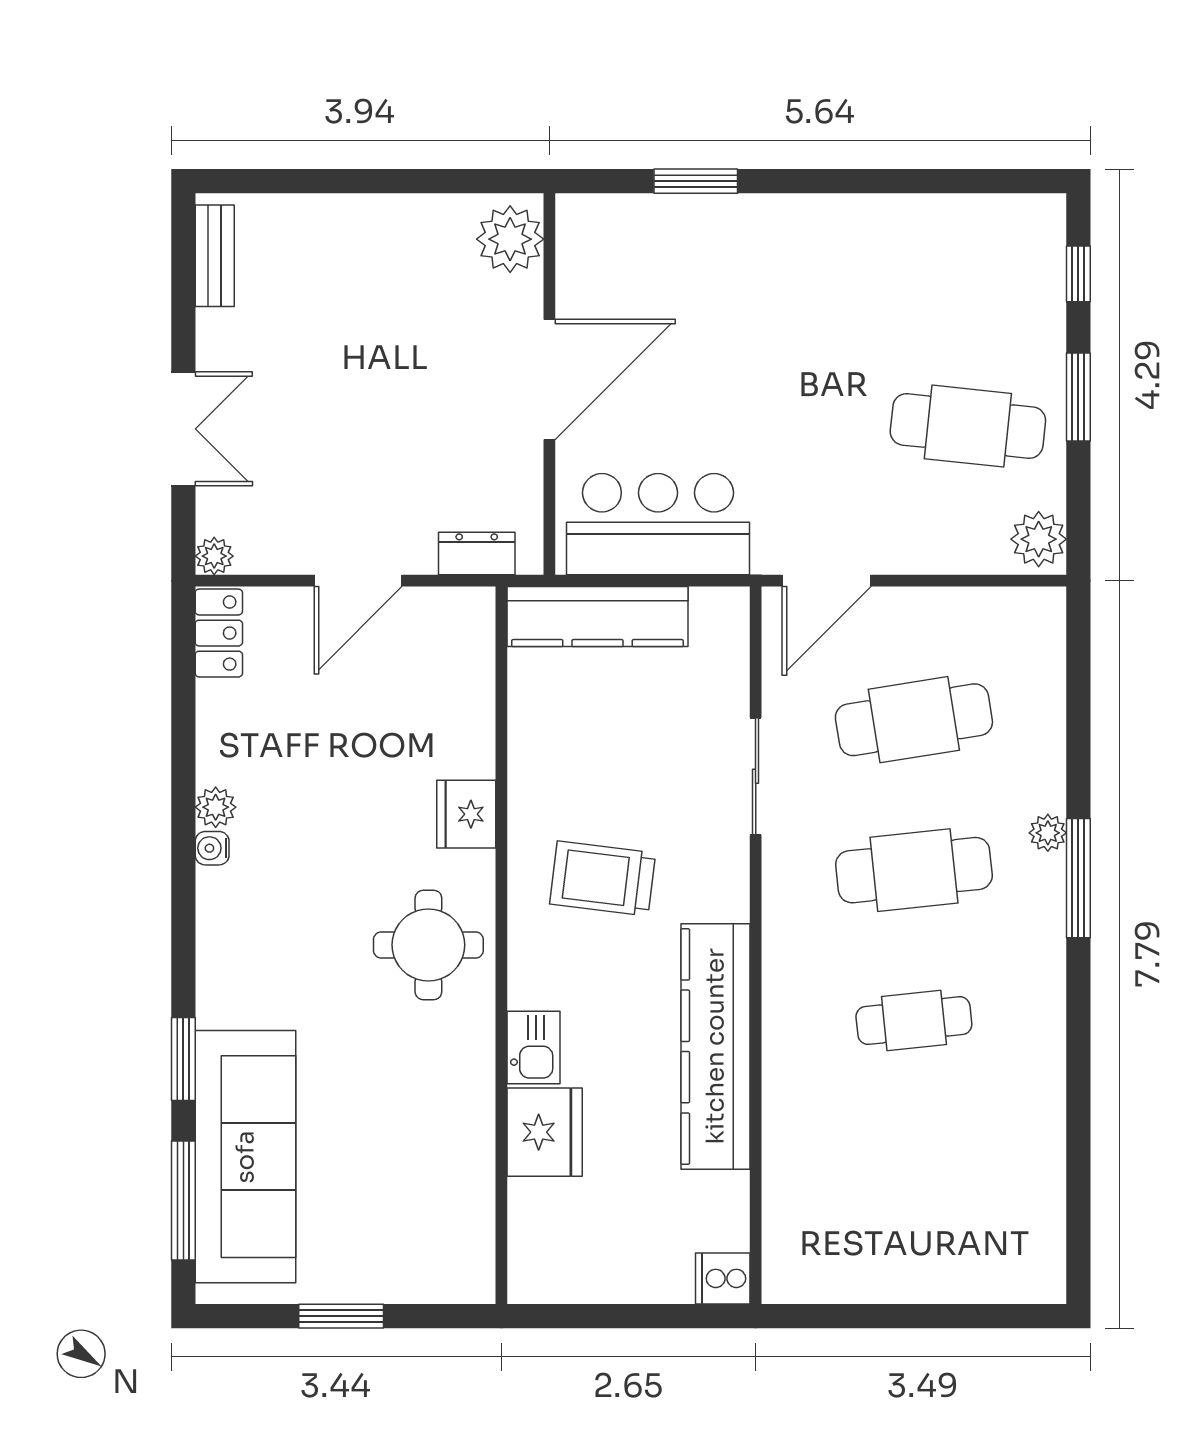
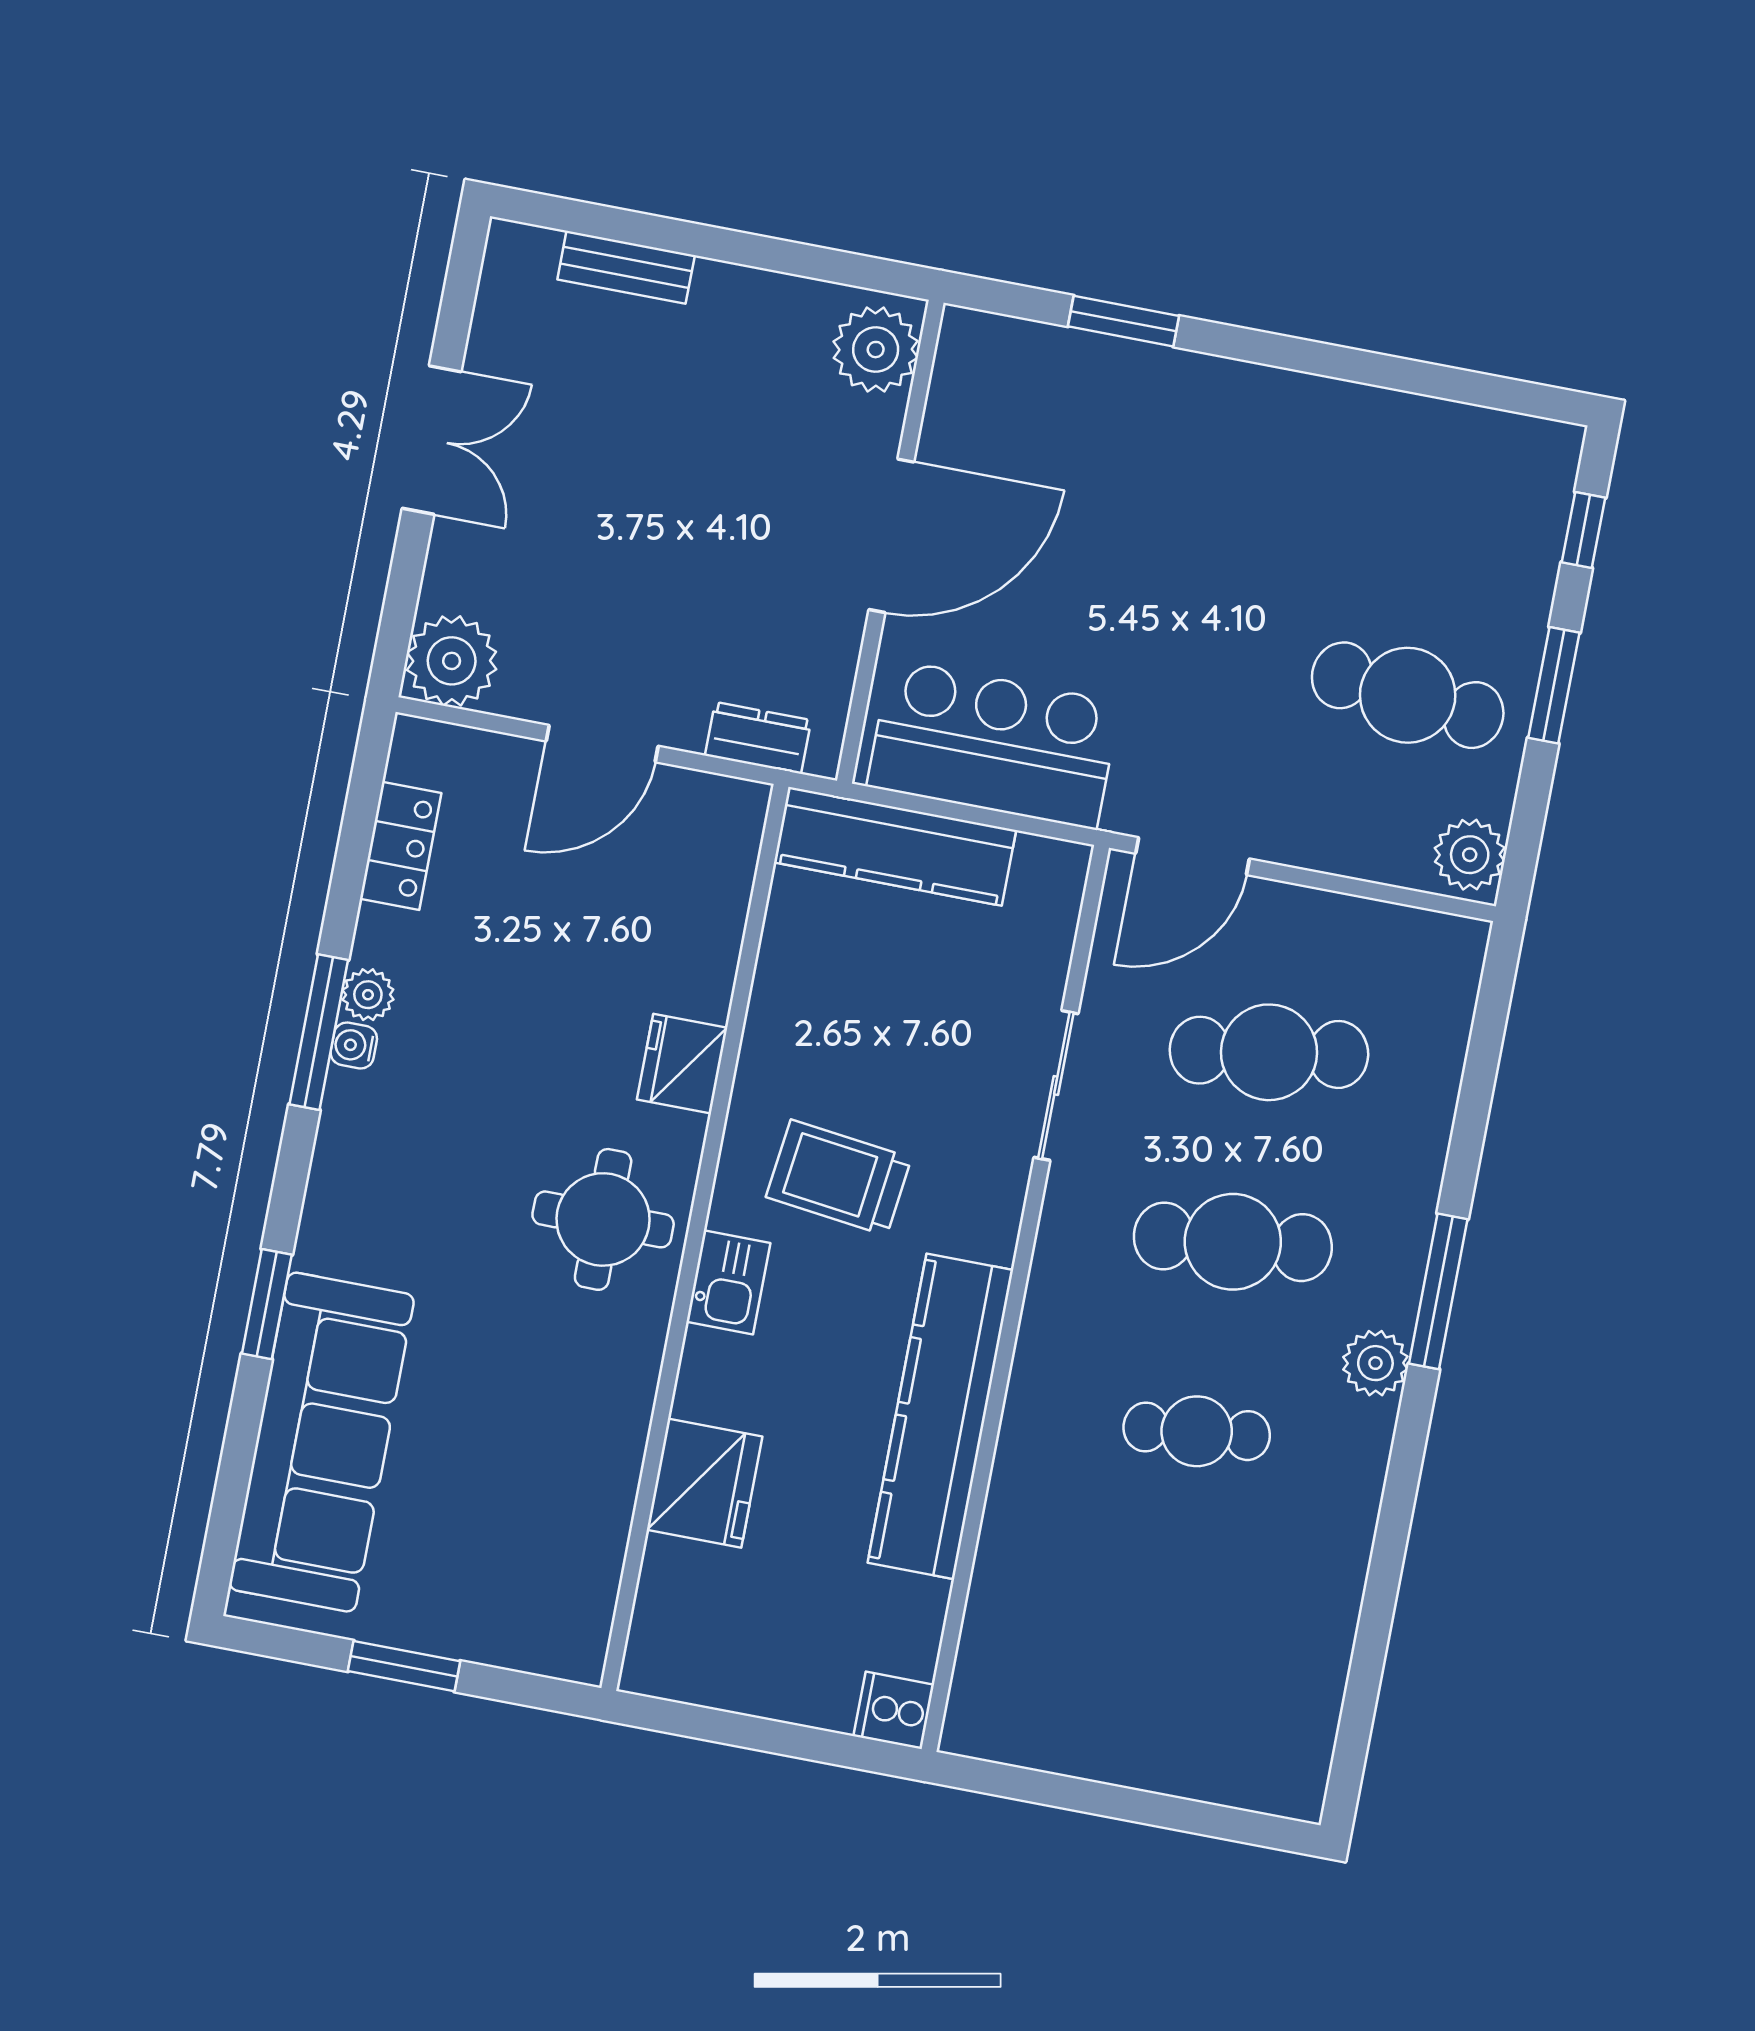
bench: (215, 256) -> (626, 267), moved, turned 90
double door: (183, 429) -> (432, 440), moved
plant: (214, 556) -> (452, 661), width x1.88, depth x1.88
locker: (219, 633) -> (401, 846), moved
plant: (1048, 833) -> (1375, 1363), moved, width x1.38, depth x1.38
kitchen sink: (534, 1048) -> (728, 1282), moved
window: (183, 1201) -> (319, 1032), moved

